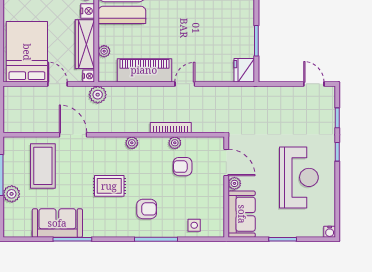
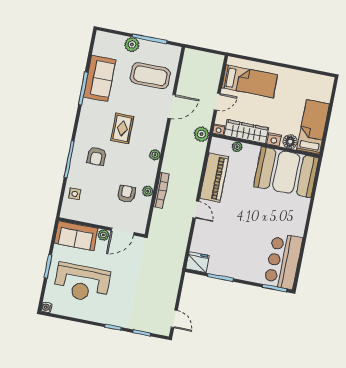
bed: (27, 52) -> (250, 81), width x0.67
door: (314, 84) -> (174, 319), hinge flipped
reception desk: (299, 177) -> (82, 283), moved

